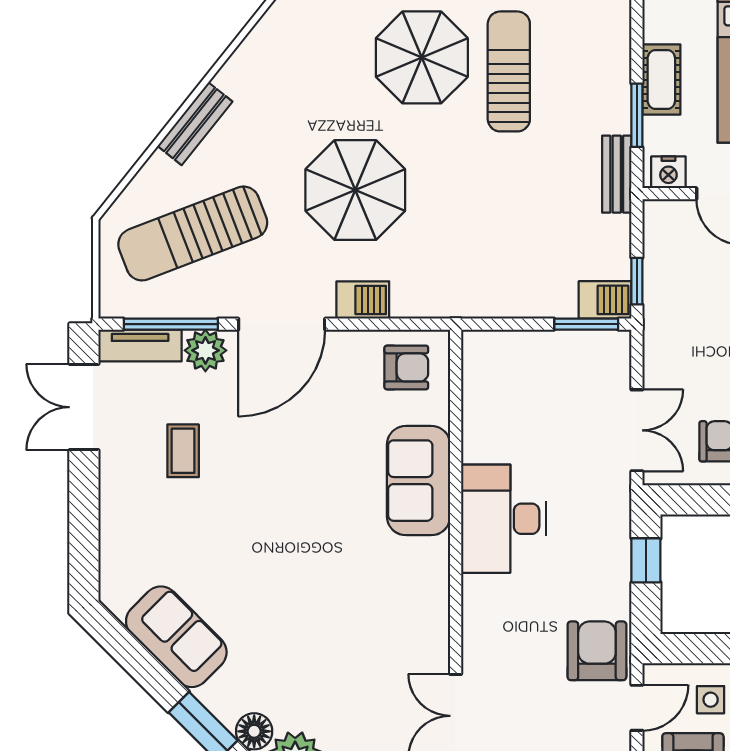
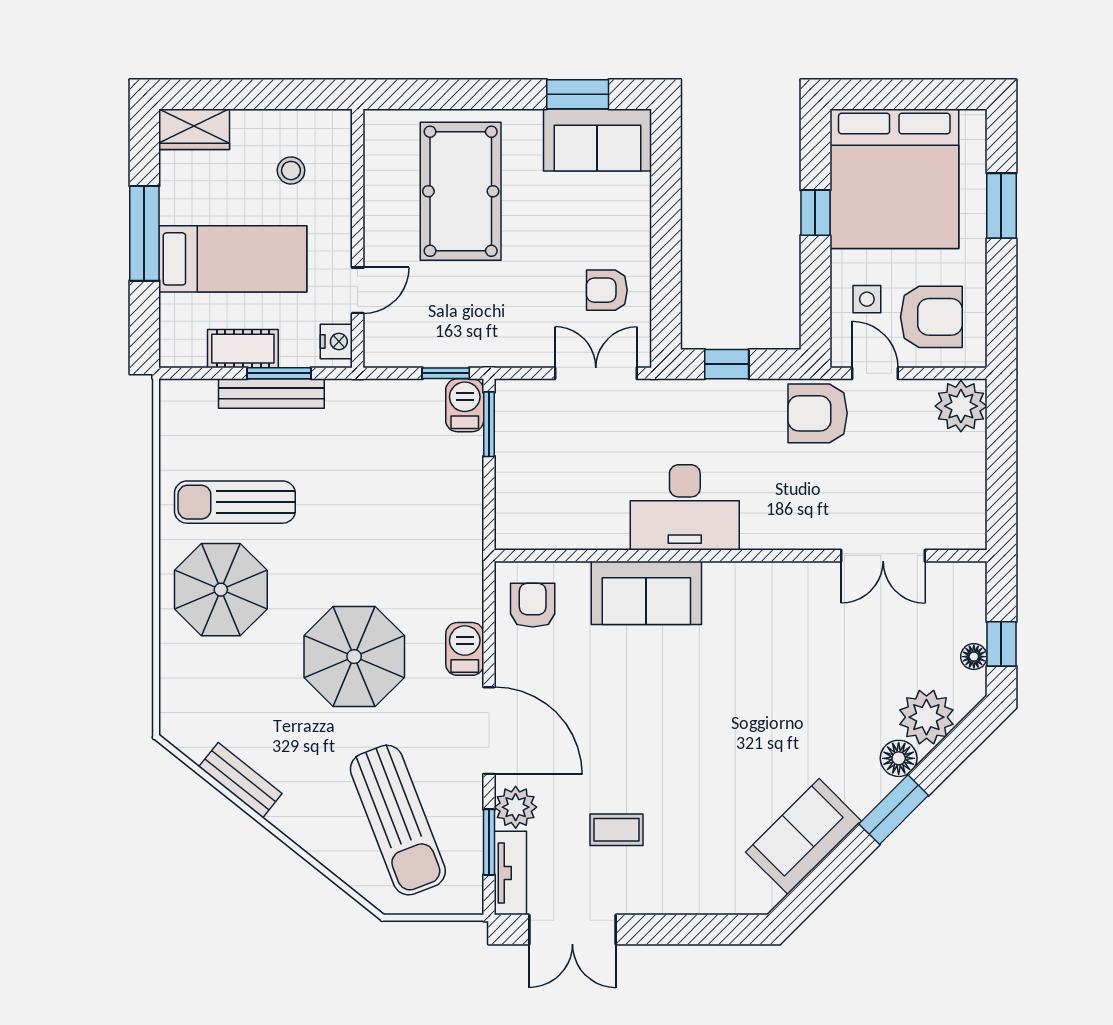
bench: (195, 124) -> (240, 780), moved
bench: (617, 174) -> (271, 394), moved, width x1.36
window: (171, 324) -> (489, 842), width x0.69

